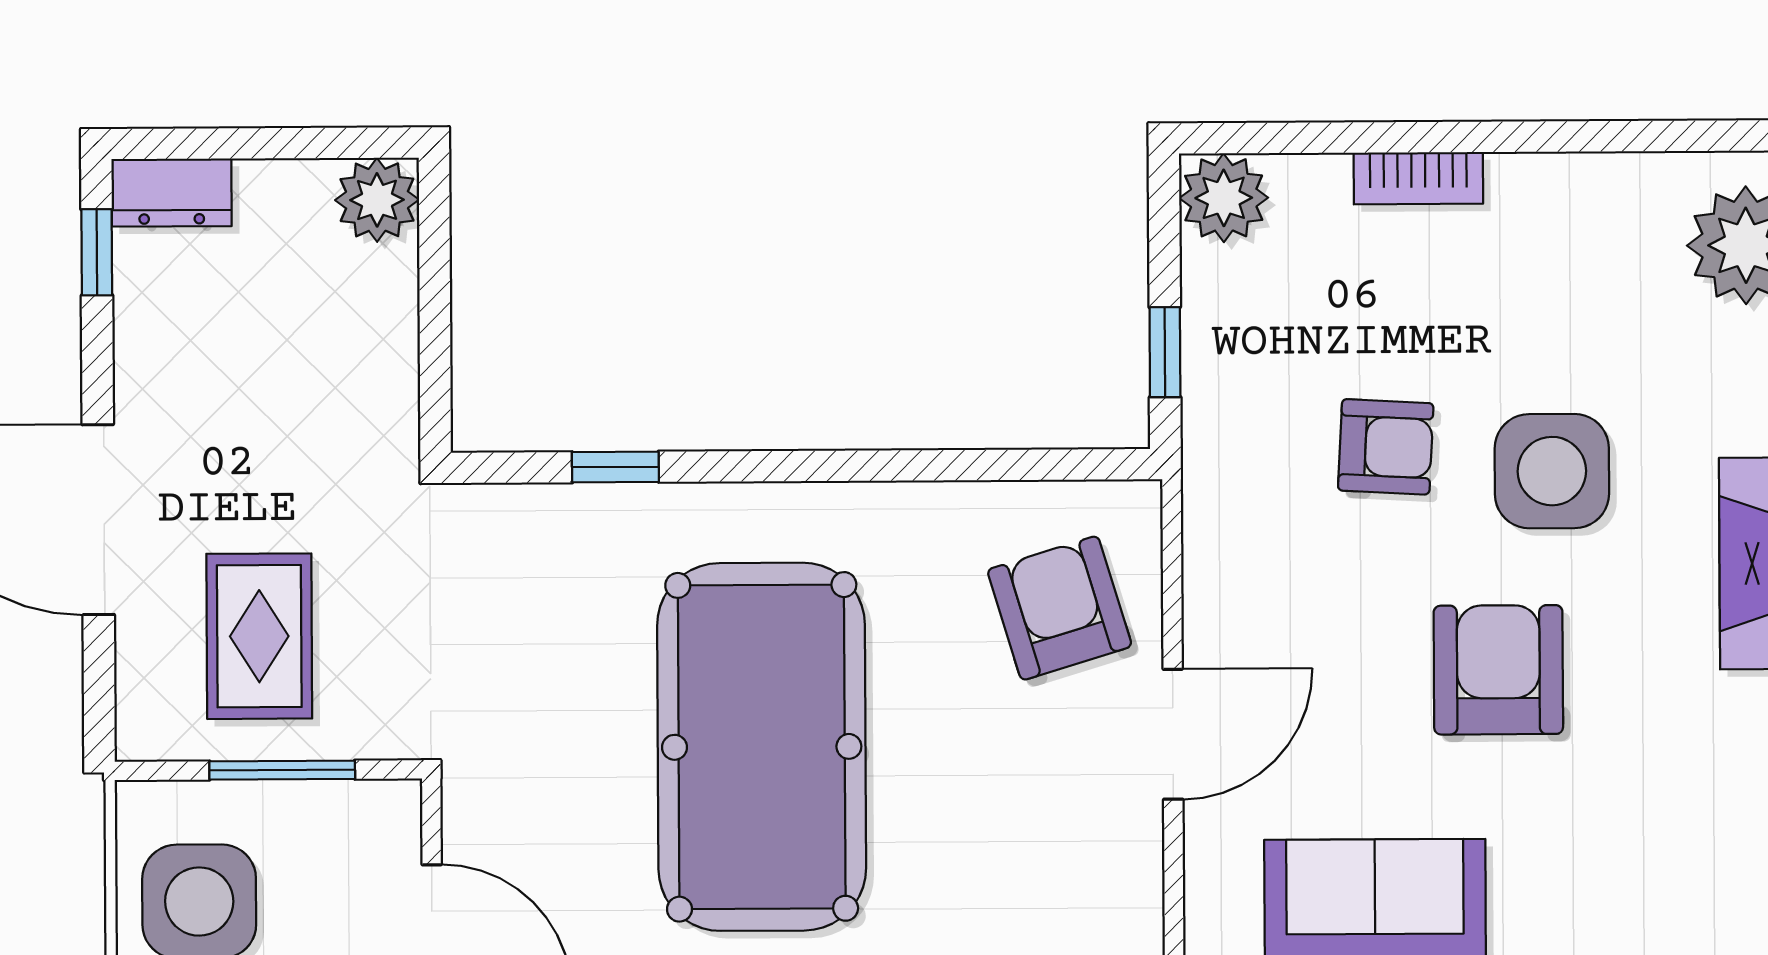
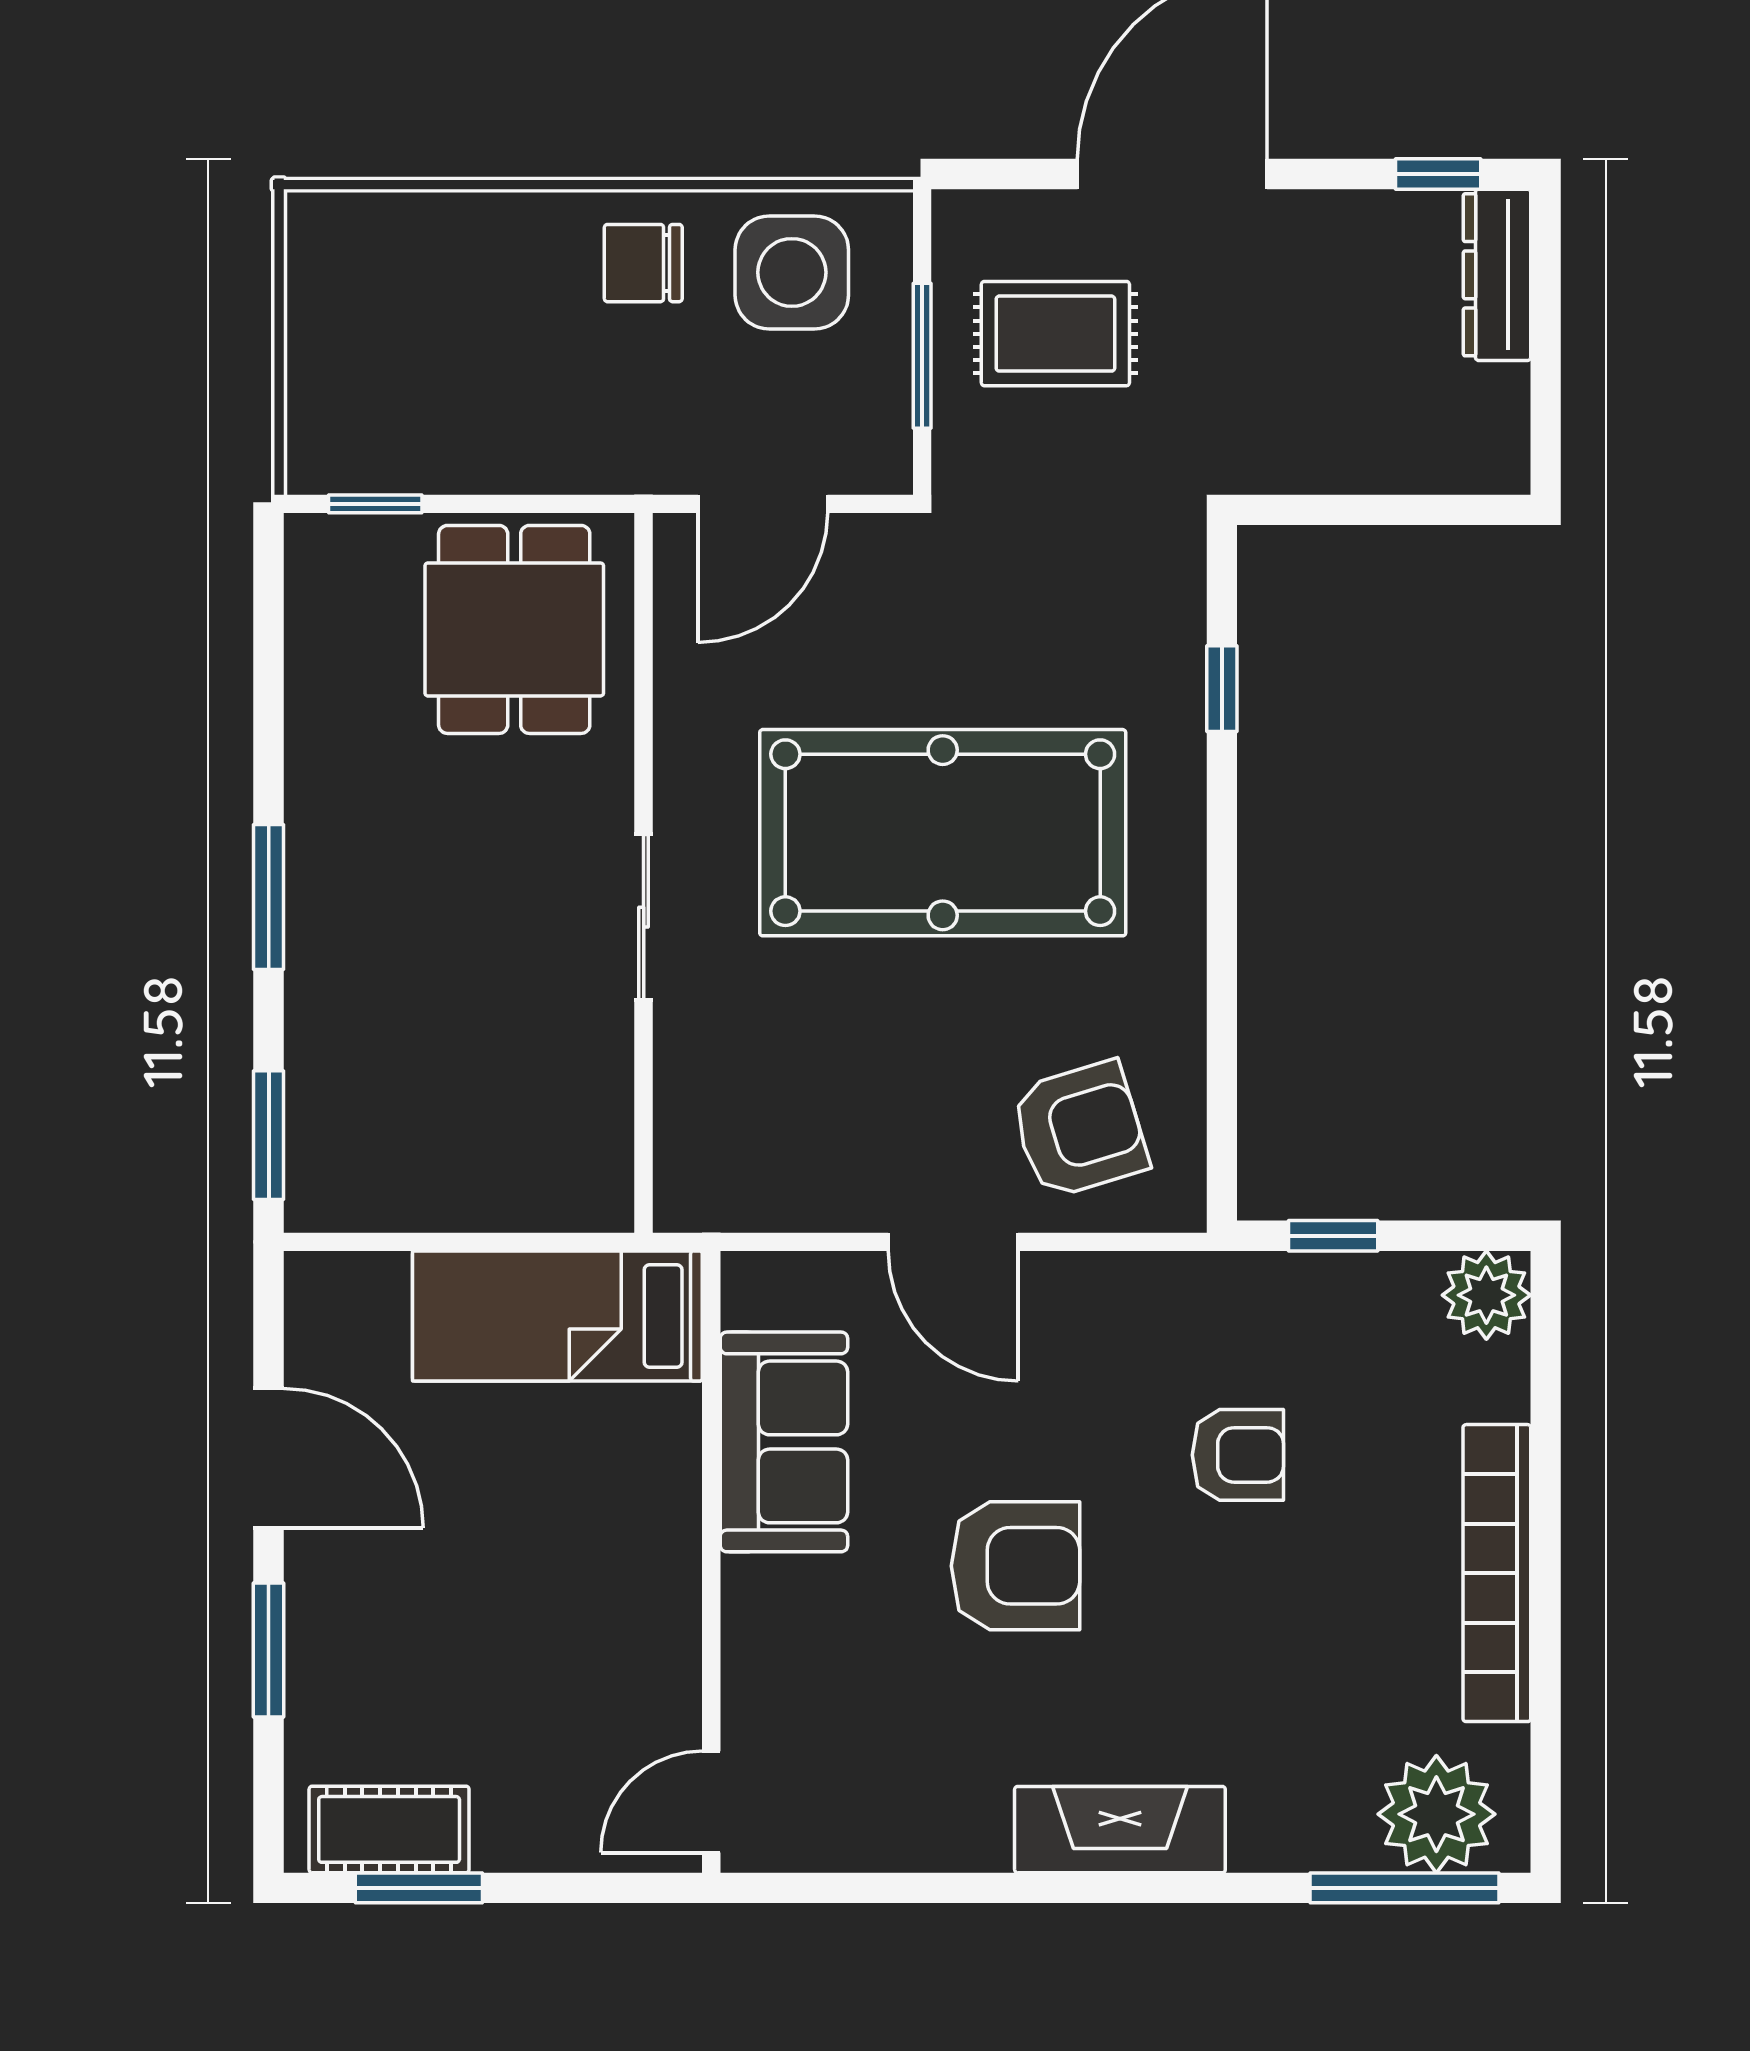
bookcase: (1418, 178) -> (1497, 1573), width x2.31, depth x1.31
dresser: (172, 193) -> (1497, 275), width x1.44
plant: (377, 200) -> (1489, 453), removed
armchair: (1386, 447) -> (1238, 1455), turned -93
side table: (1552, 471) -> (1213, 1620), removed

